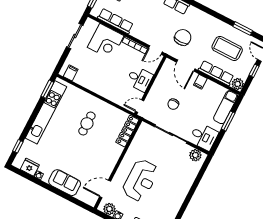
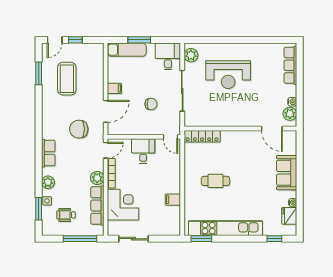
door: (155, 50) -> (106, 150), hinge flipped
filing cabinet: (71, 73) -> (173, 200), moved
row of seats: (216, 73) -> (97, 77), removed
plant: (238, 84) -> (97, 178), moved
reception desk: (140, 180) -> (228, 75), moved, turned 180

